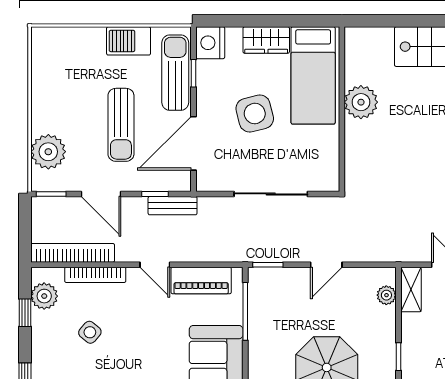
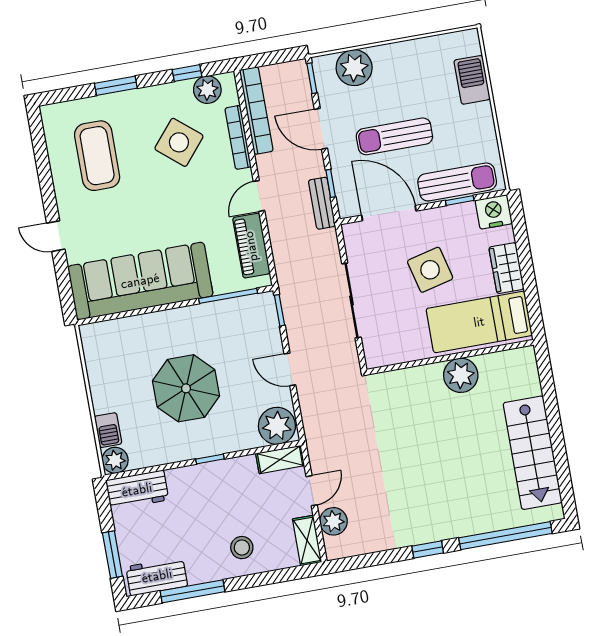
barbecue: (129, 41) -> (472, 80), moved
door: (101, 194) -> (321, 129), hinge flipped
plant: (386, 295) -> (277, 426), width x1.88, depth x1.88
side table: (90, 332) -> (179, 142), width x1.87, depth x1.87

